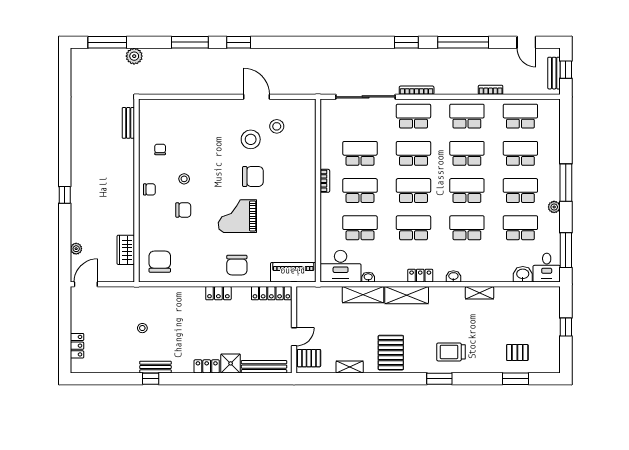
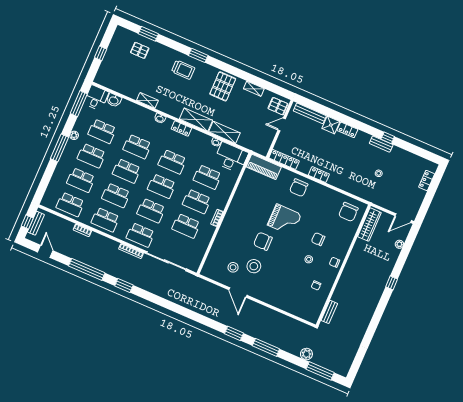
wardrobe: (126, 250) -> (369, 225), width x1.50
chair: (237, 265) -> (299, 188), turned 180

